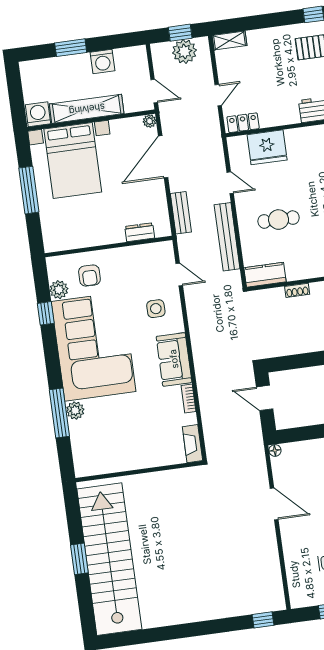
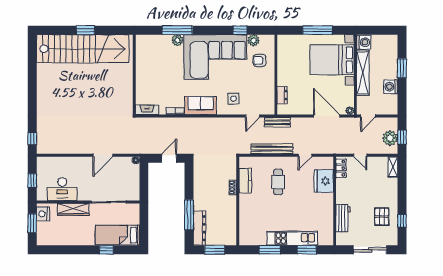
bench: (181, 213) -> (277, 122), moved
kitchen counter: (265, 275) -> (245, 181), moved

